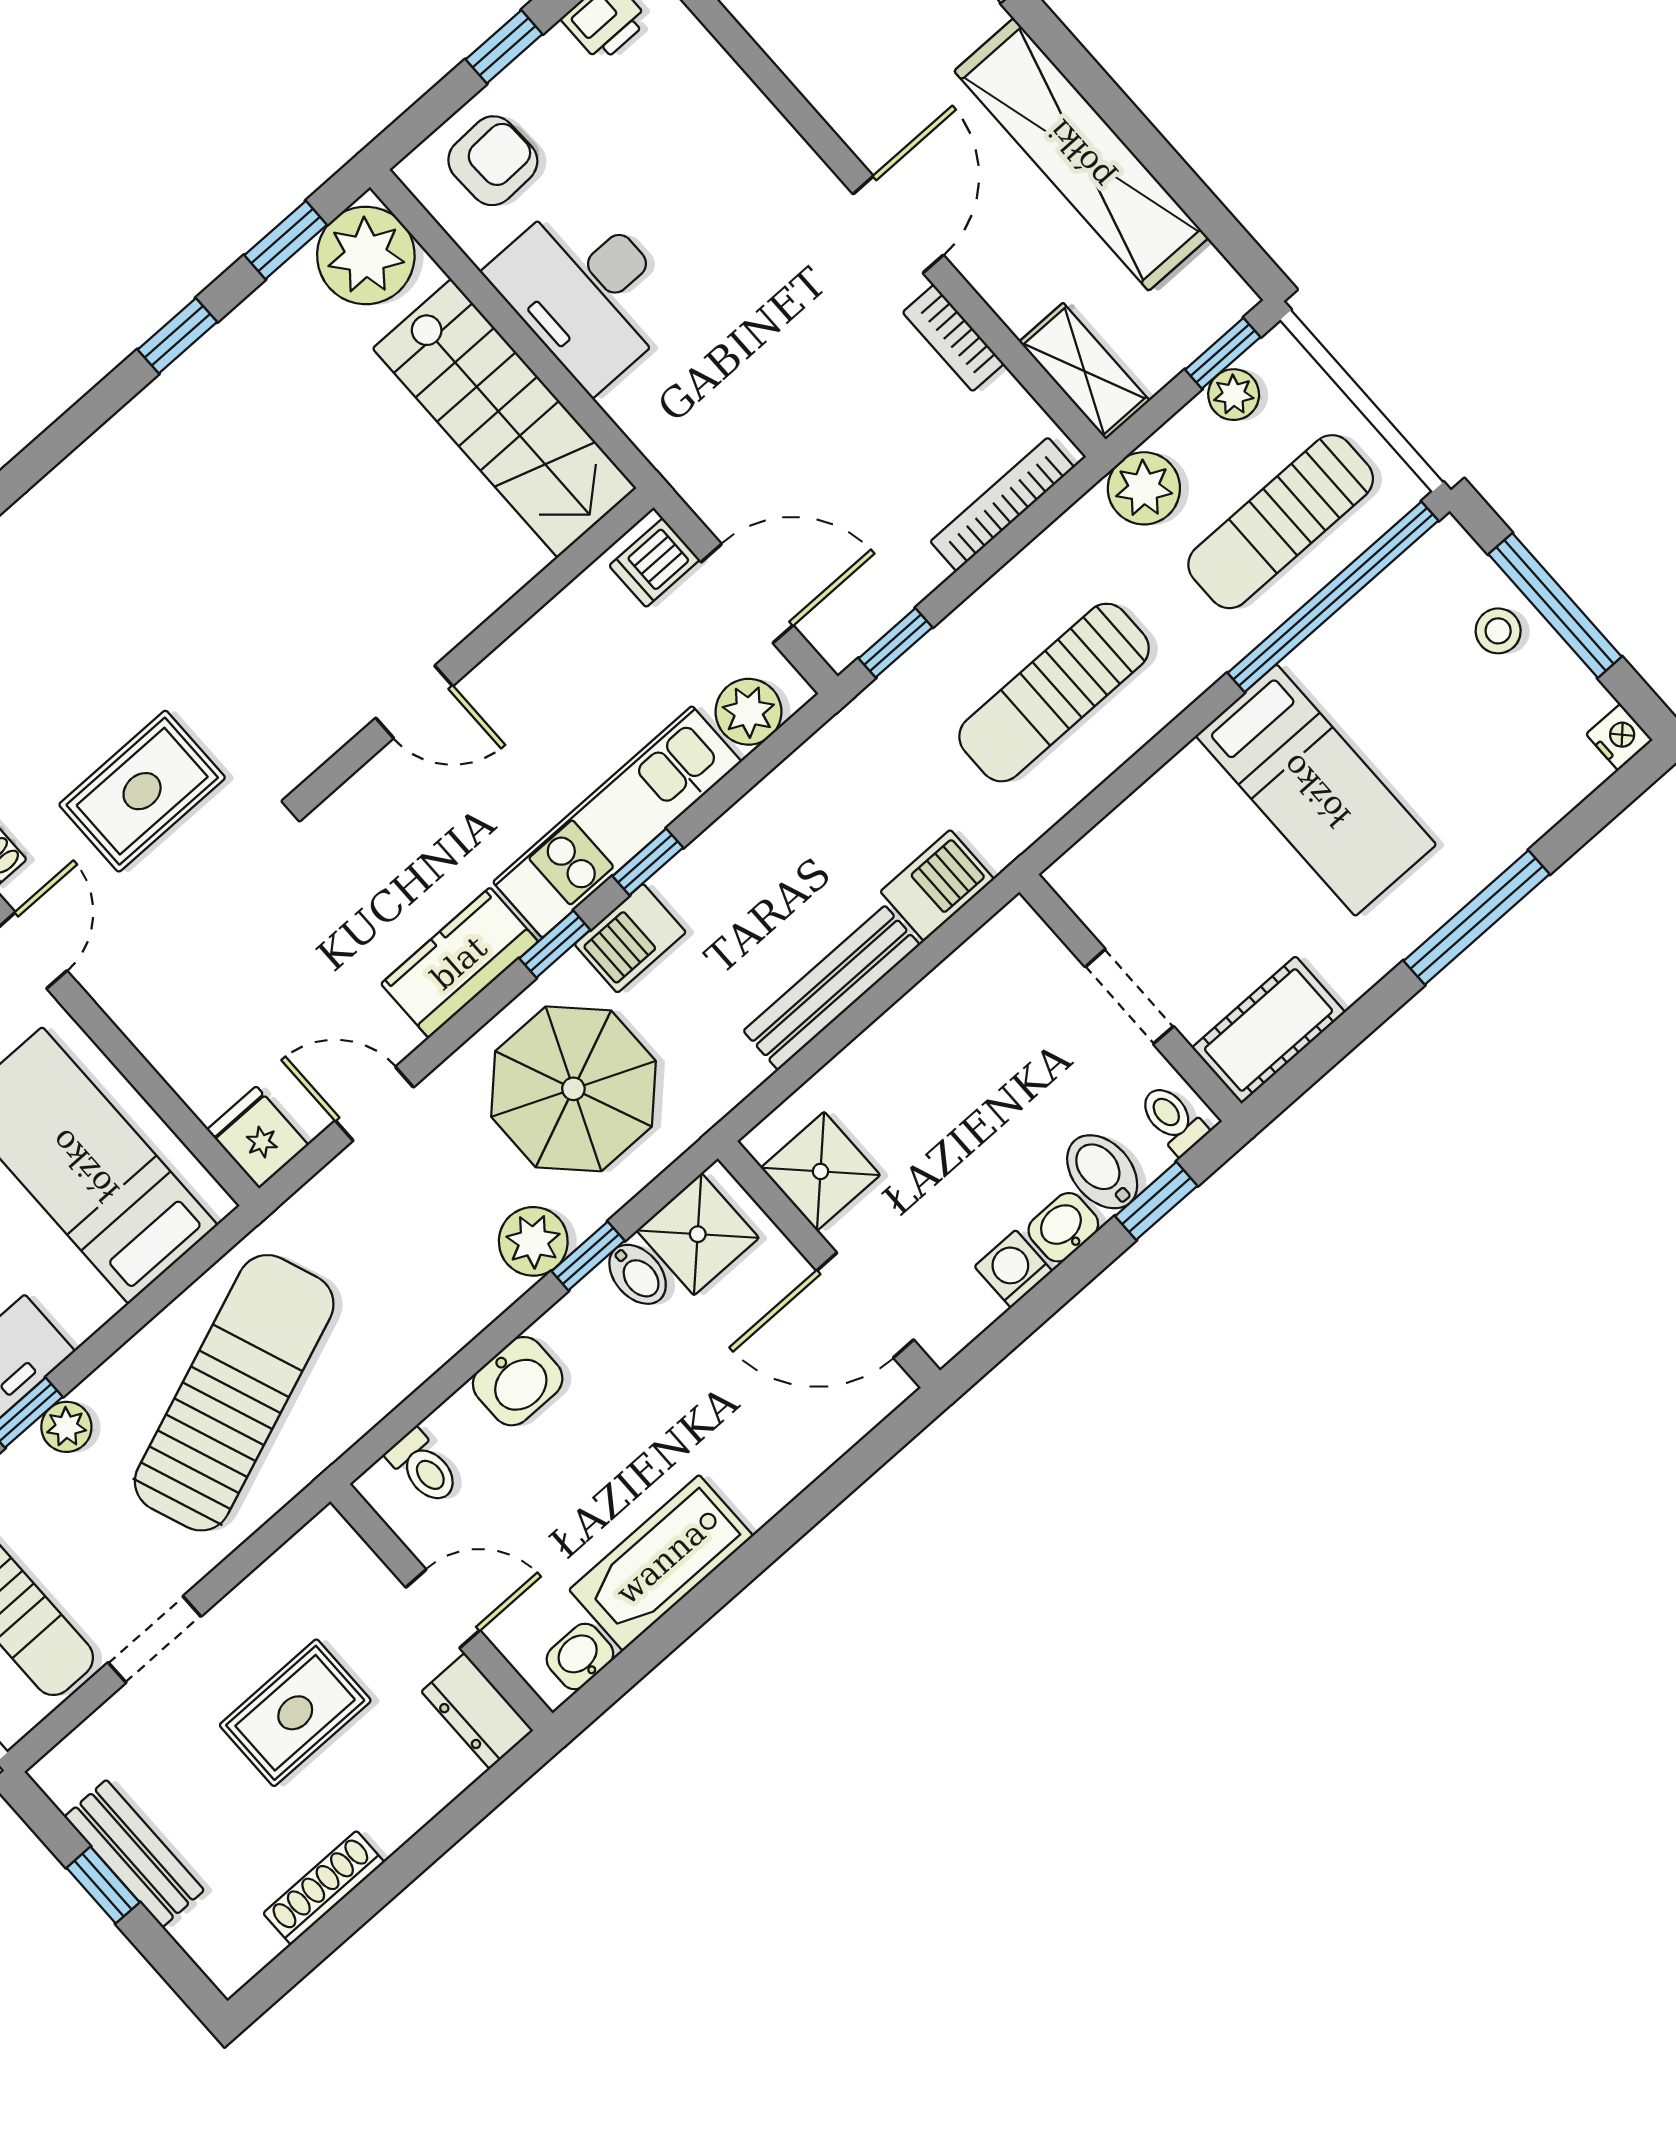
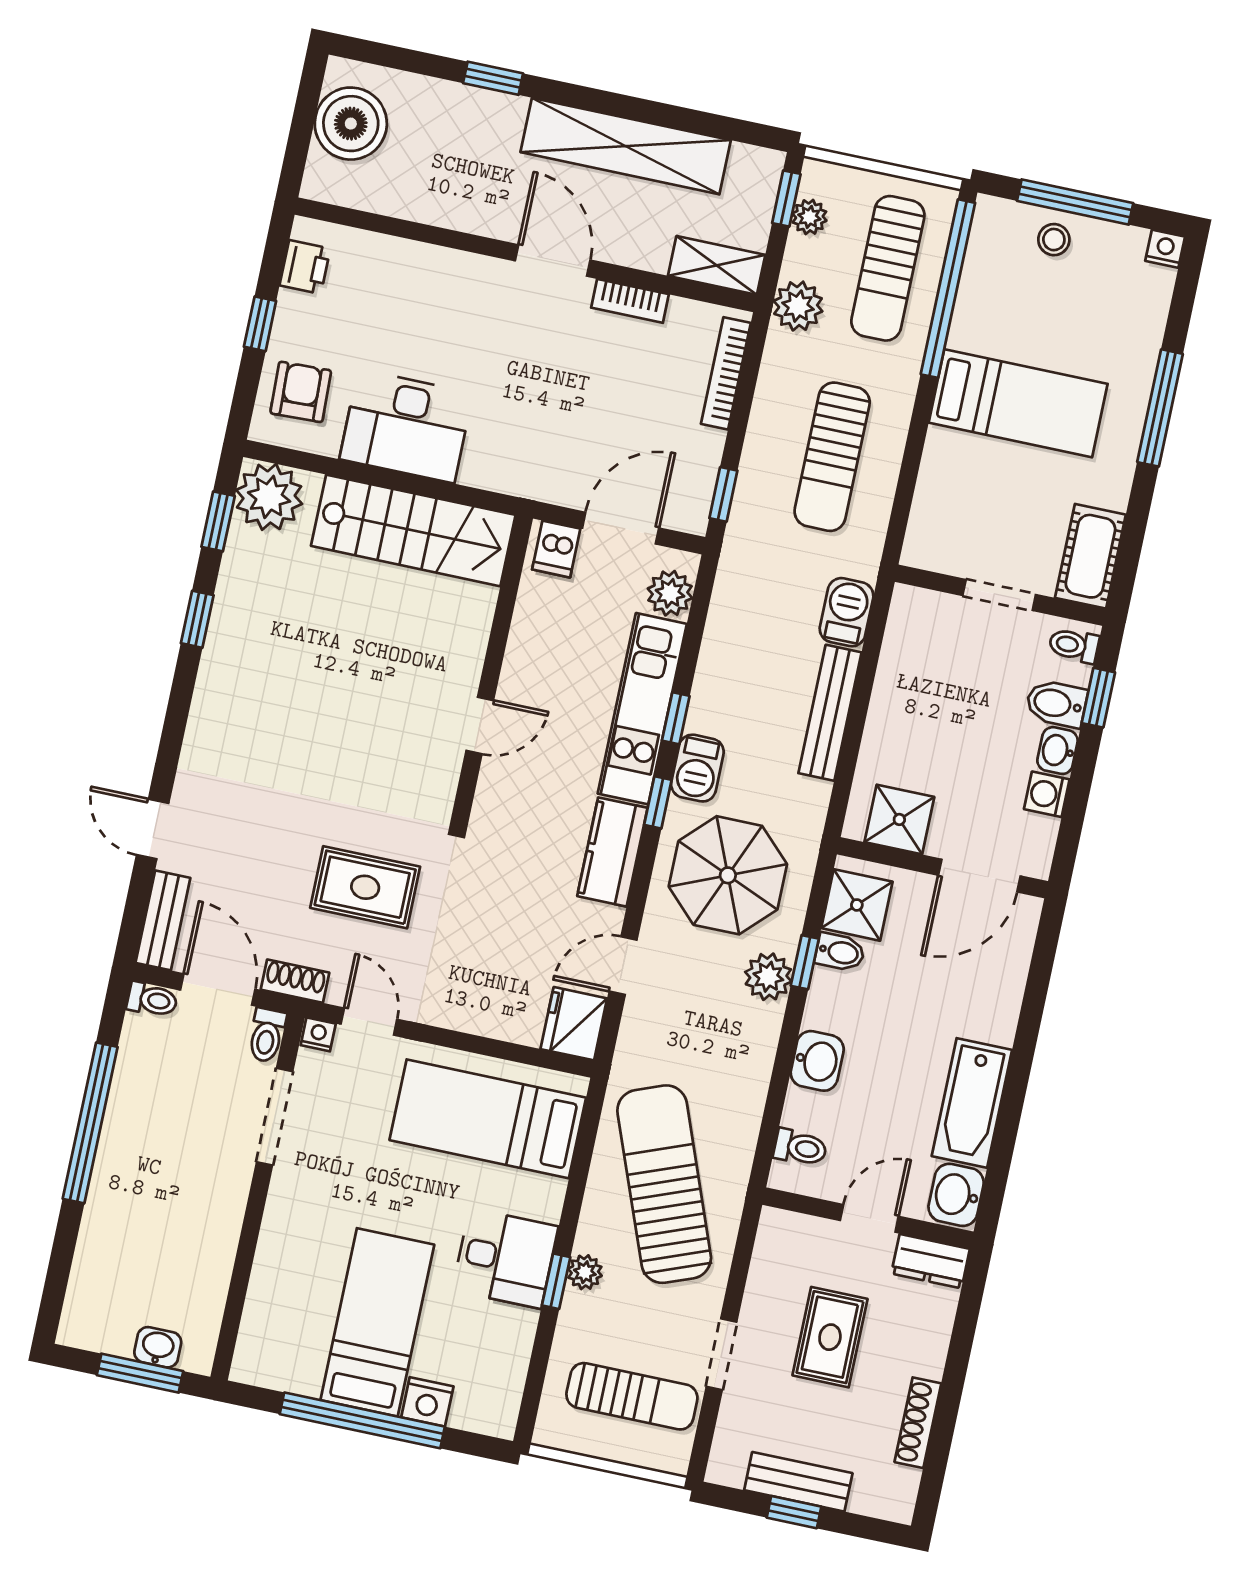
rug: (142, 791) -> (365, 887), turned 90
fridge: (258, 1137) -> (574, 1024), width x1.38
washbasin: (580, 1656) -> (956, 1195), width x1.38, depth x1.45

